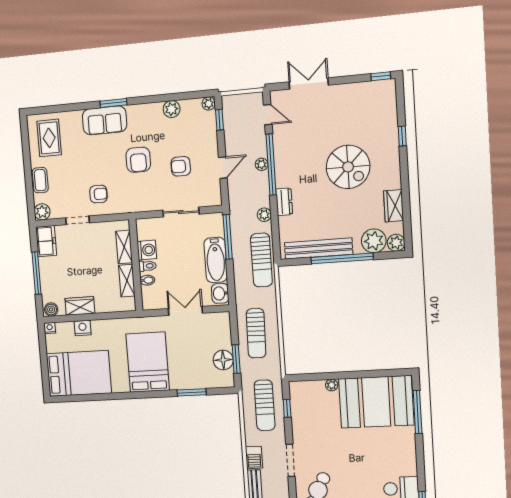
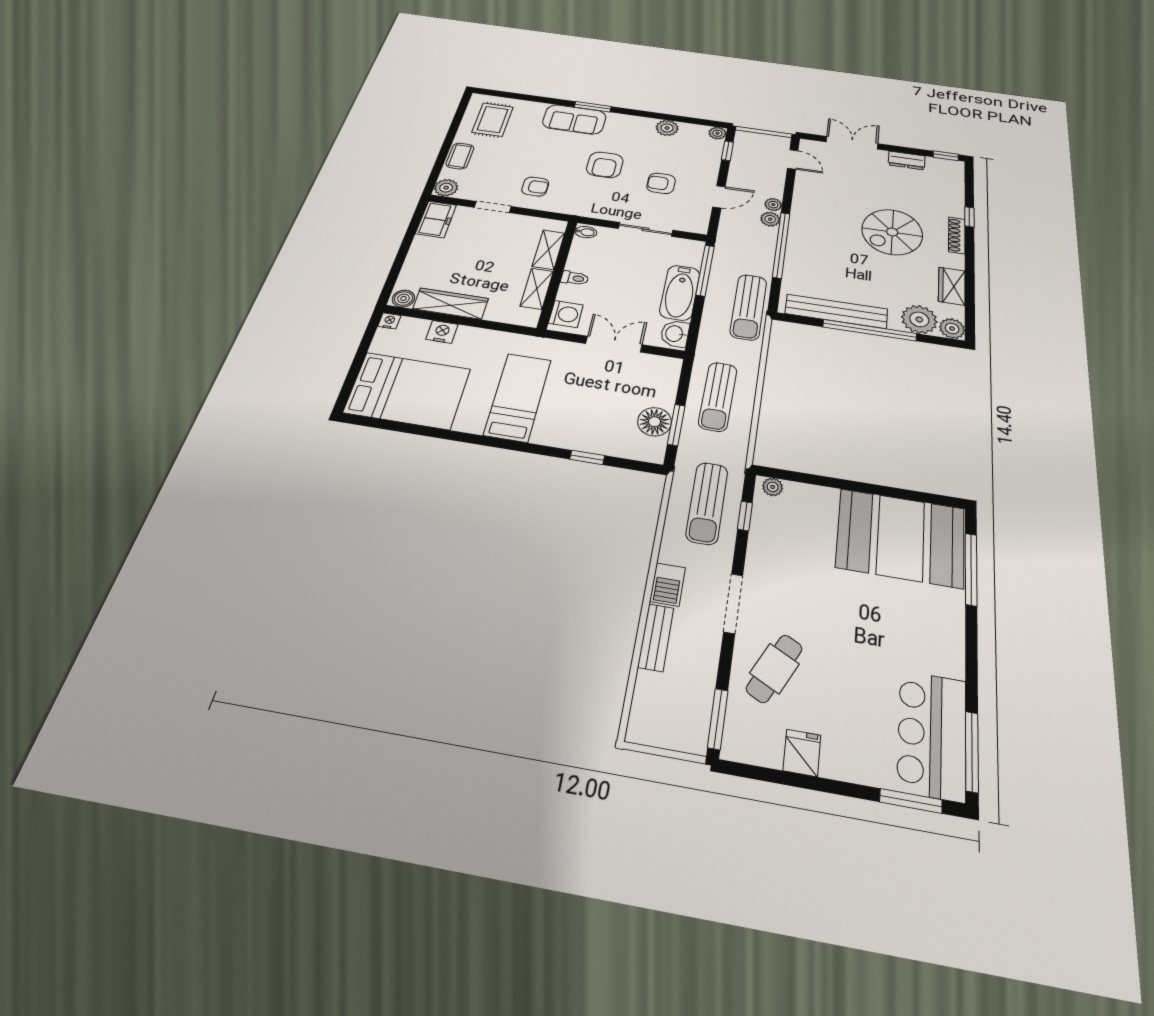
shoe rack: (394, 157) -> (957, 235), added
window: (271, 165) -> (781, 245), moved
spiral stairs: (348, 167) -> (892, 232), turned 90
dresser: (284, 202) -> (907, 160), moved, turned 90
plant: (264, 215) -> (770, 219), moved
washing machine: (147, 250) -> (566, 314), moved
window: (37, 273) -> (403, 251), removed
bidet: (147, 280) -> (586, 232), moved
wardrobe: (80, 306) -> (451, 304), width x1.50
bed: (148, 362) -> (518, 397), width x0.67
plant: (332, 385) -> (773, 487), moved
window: (192, 392) -> (587, 457), width x0.67

